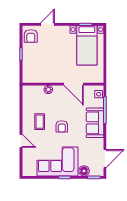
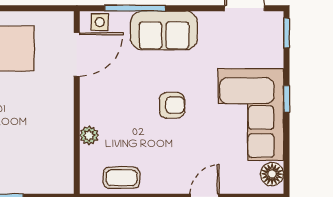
door: (74, 84) -> (77, 55), moved
coffee table: (40, 122) -> (121, 178), moved
floor lamp: (84, 171) -> (272, 174), moved

